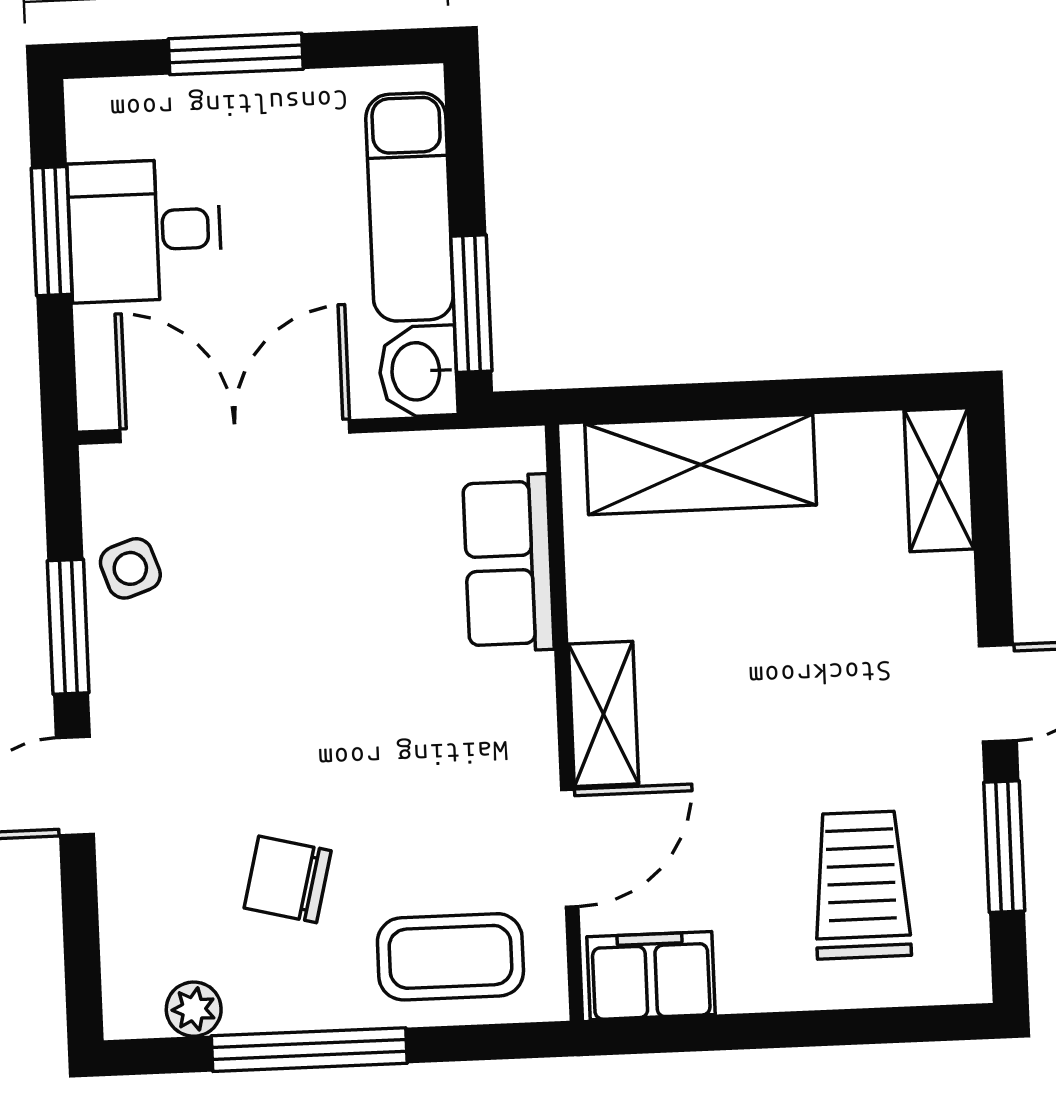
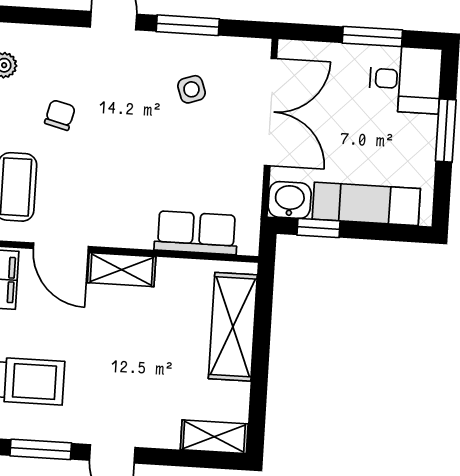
desk: (145, 231) -> (405, 80), moved, turned 90
window: (471, 304) -> (318, 228), width x0.67
side table: (130, 568) -> (191, 89), moved
chair: (288, 879) -> (60, 115), width x0.73, depth x0.73

